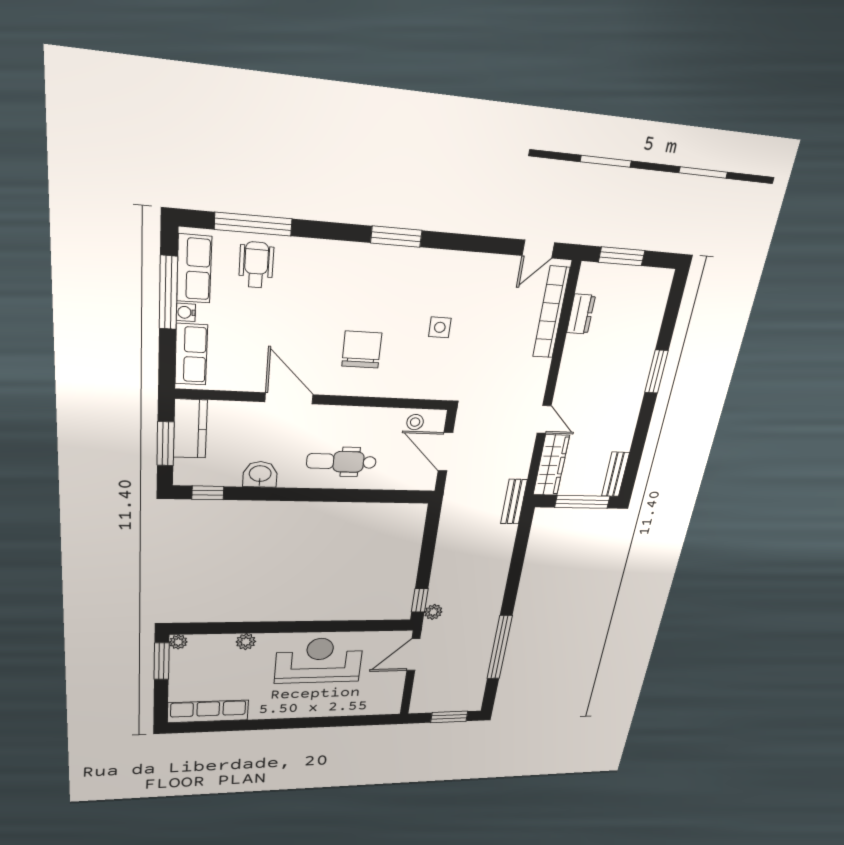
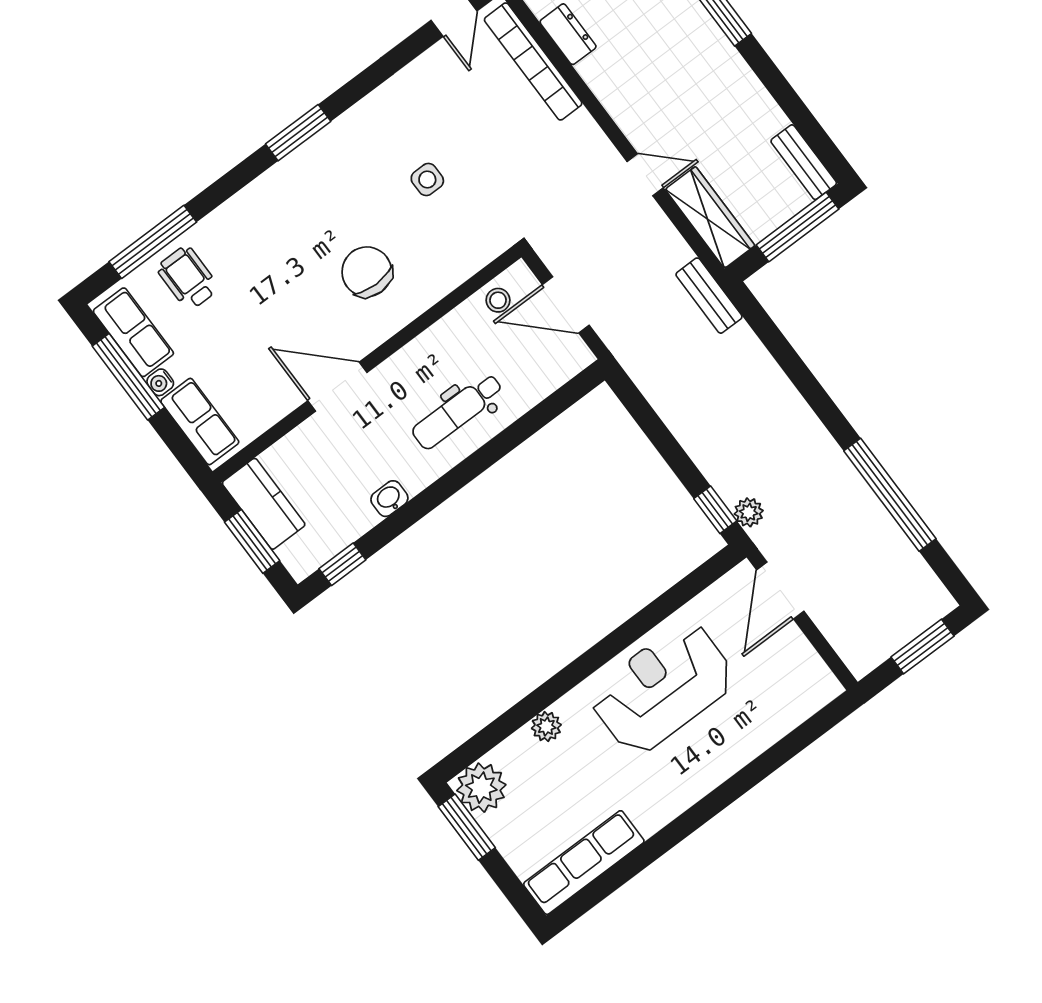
washbasin: (260, 474) -> (389, 499), width x0.72, depth x0.69
plant: (178, 642) -> (481, 788), width x1.87, depth x1.87

